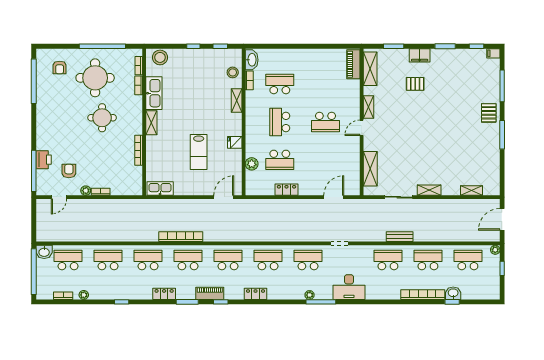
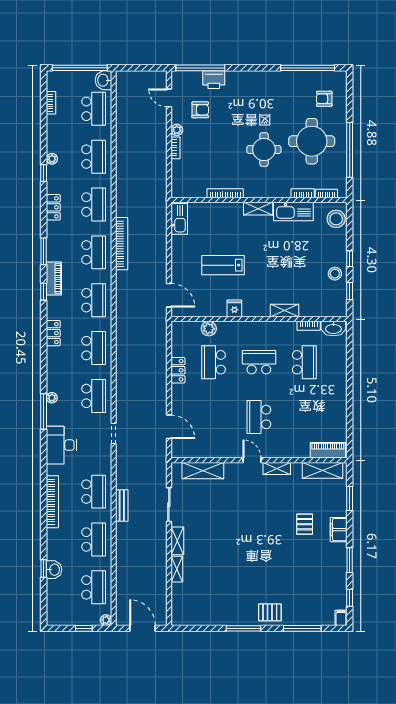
stool: (233, 72) -> (335, 274), moved
shelving: (472, 191) -> (177, 569), moved
locker: (164, 294) -> (53, 207), moved
plant: (84, 295) -> (52, 159), moved
bookcase: (423, 295) -> (52, 502), moved

